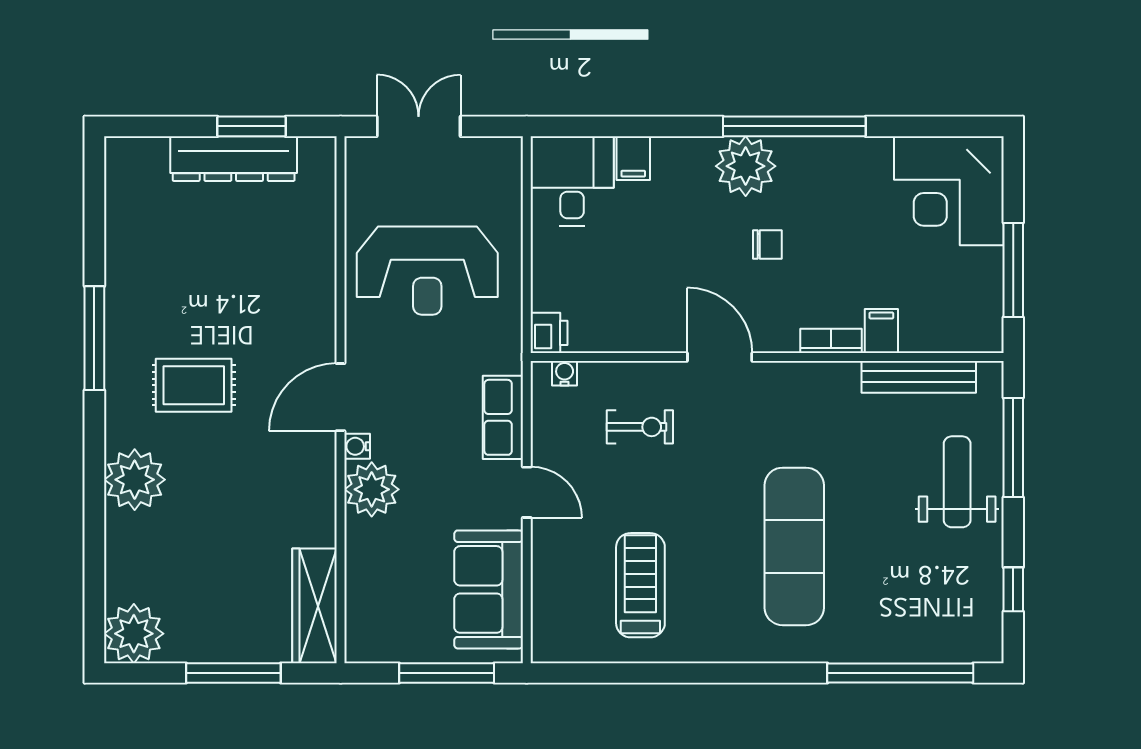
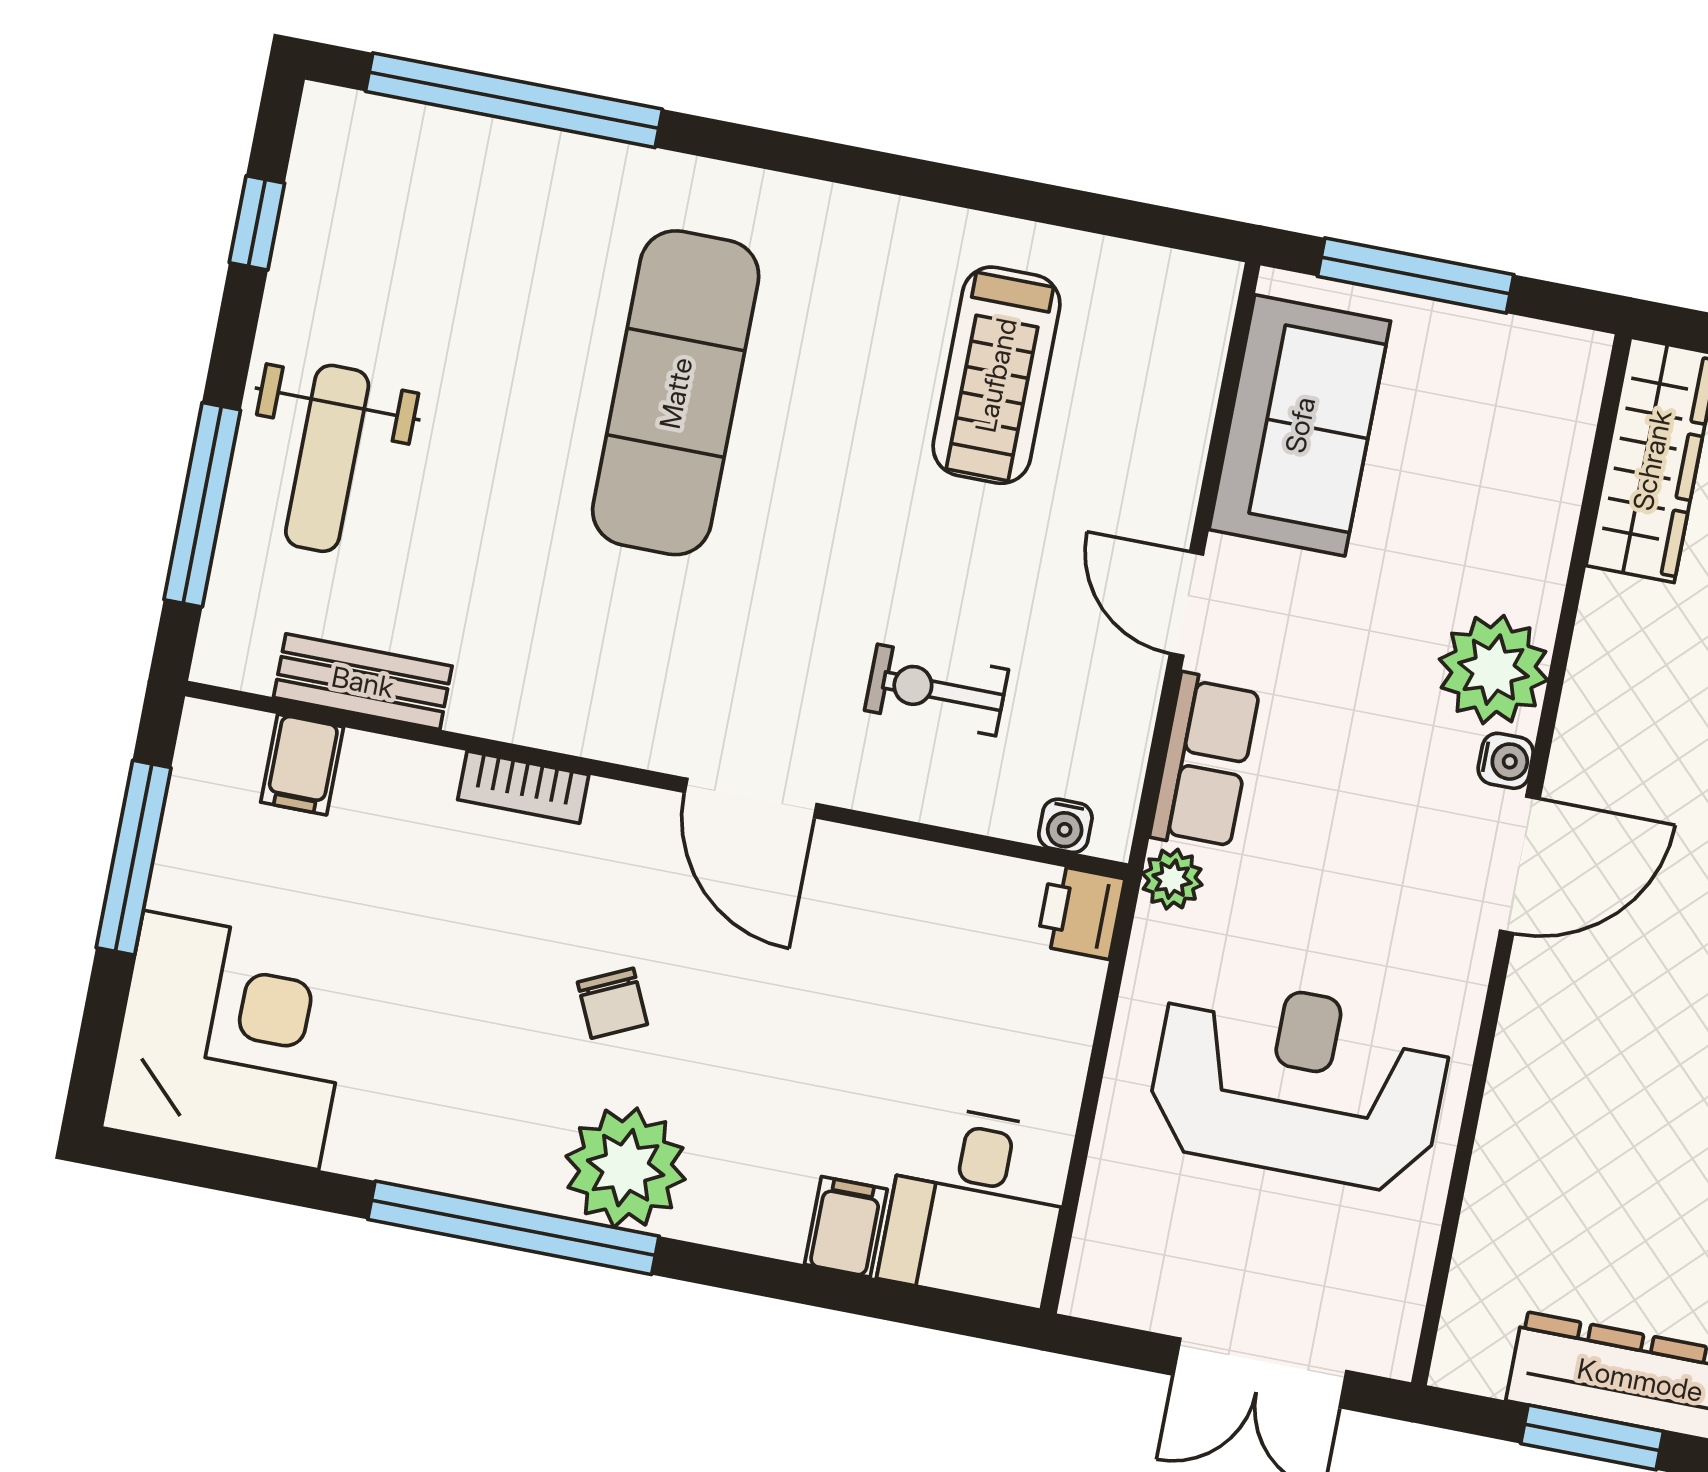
chair: (767, 245) -> (612, 1003), turned -115
filing cabinet: (881, 331) -> (302, 765), moved
plant: (508, 357) -> (1172, 879), added
bench: (919, 377) -> (363, 682), width x0.73

